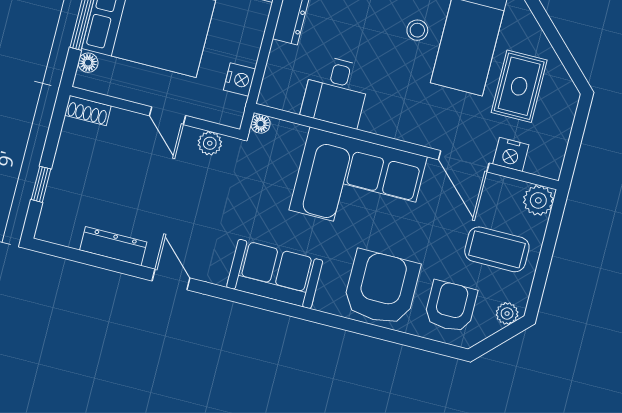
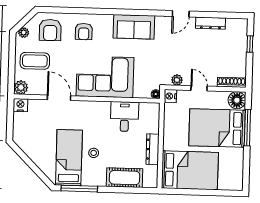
floor lamp: (88, 63) -> (237, 100), width x1.89, depth x1.89
nightstand: (240, 80) -> (170, 96), moved
rug: (519, 86) -> (41, 138), removed
shoe rack: (88, 111) -> (232, 82), width x1.43
nightstand: (511, 154) -> (20, 105), moved
door: (171, 279) -> (181, 14), hinge flipped
armchair: (381, 288) -> (84, 32), width x0.53, depth x0.53

